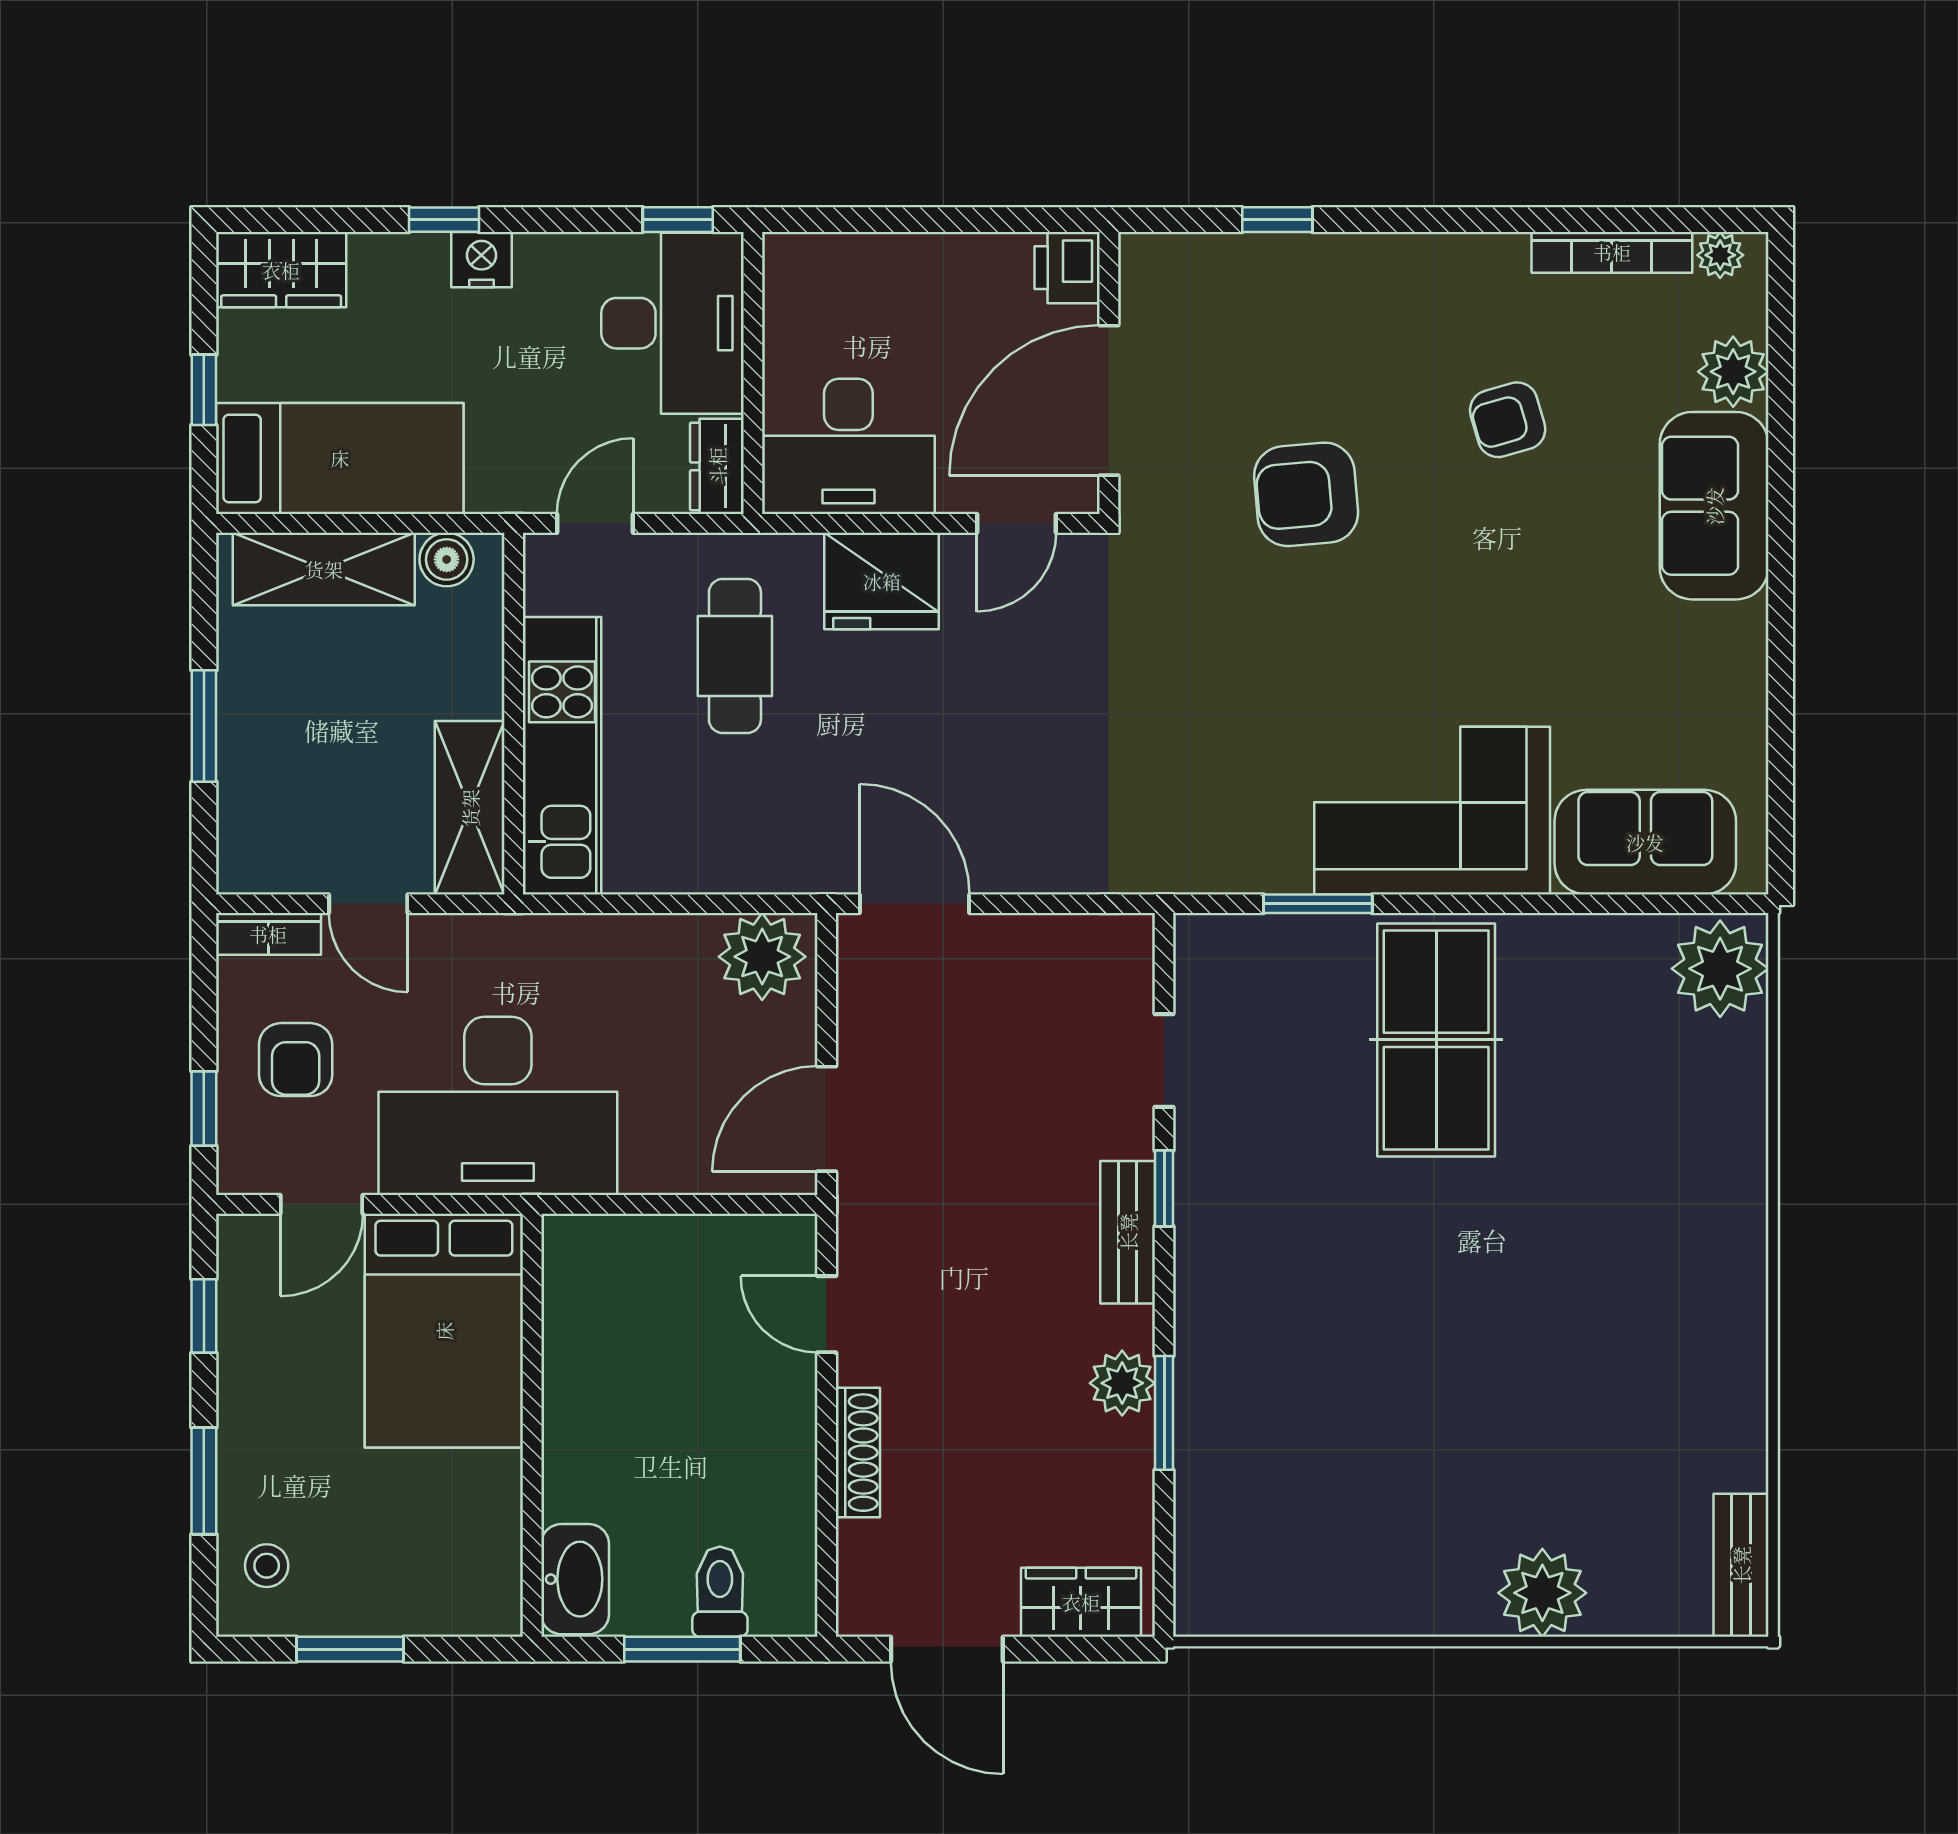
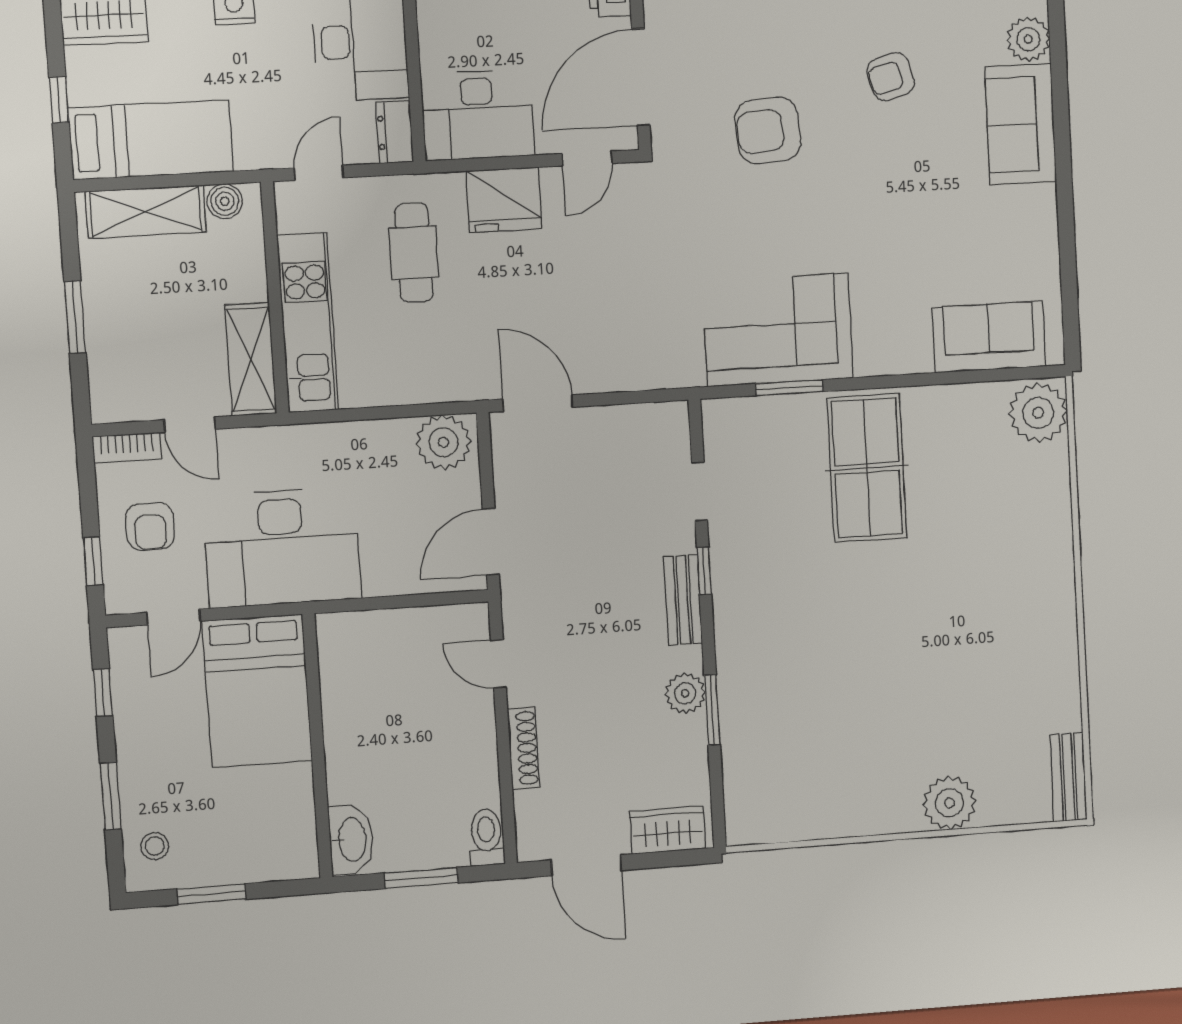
corner sofa: (1432, 811) -> (778, 330), moved
toilet: (720, 1592) -> (486, 837), moved

